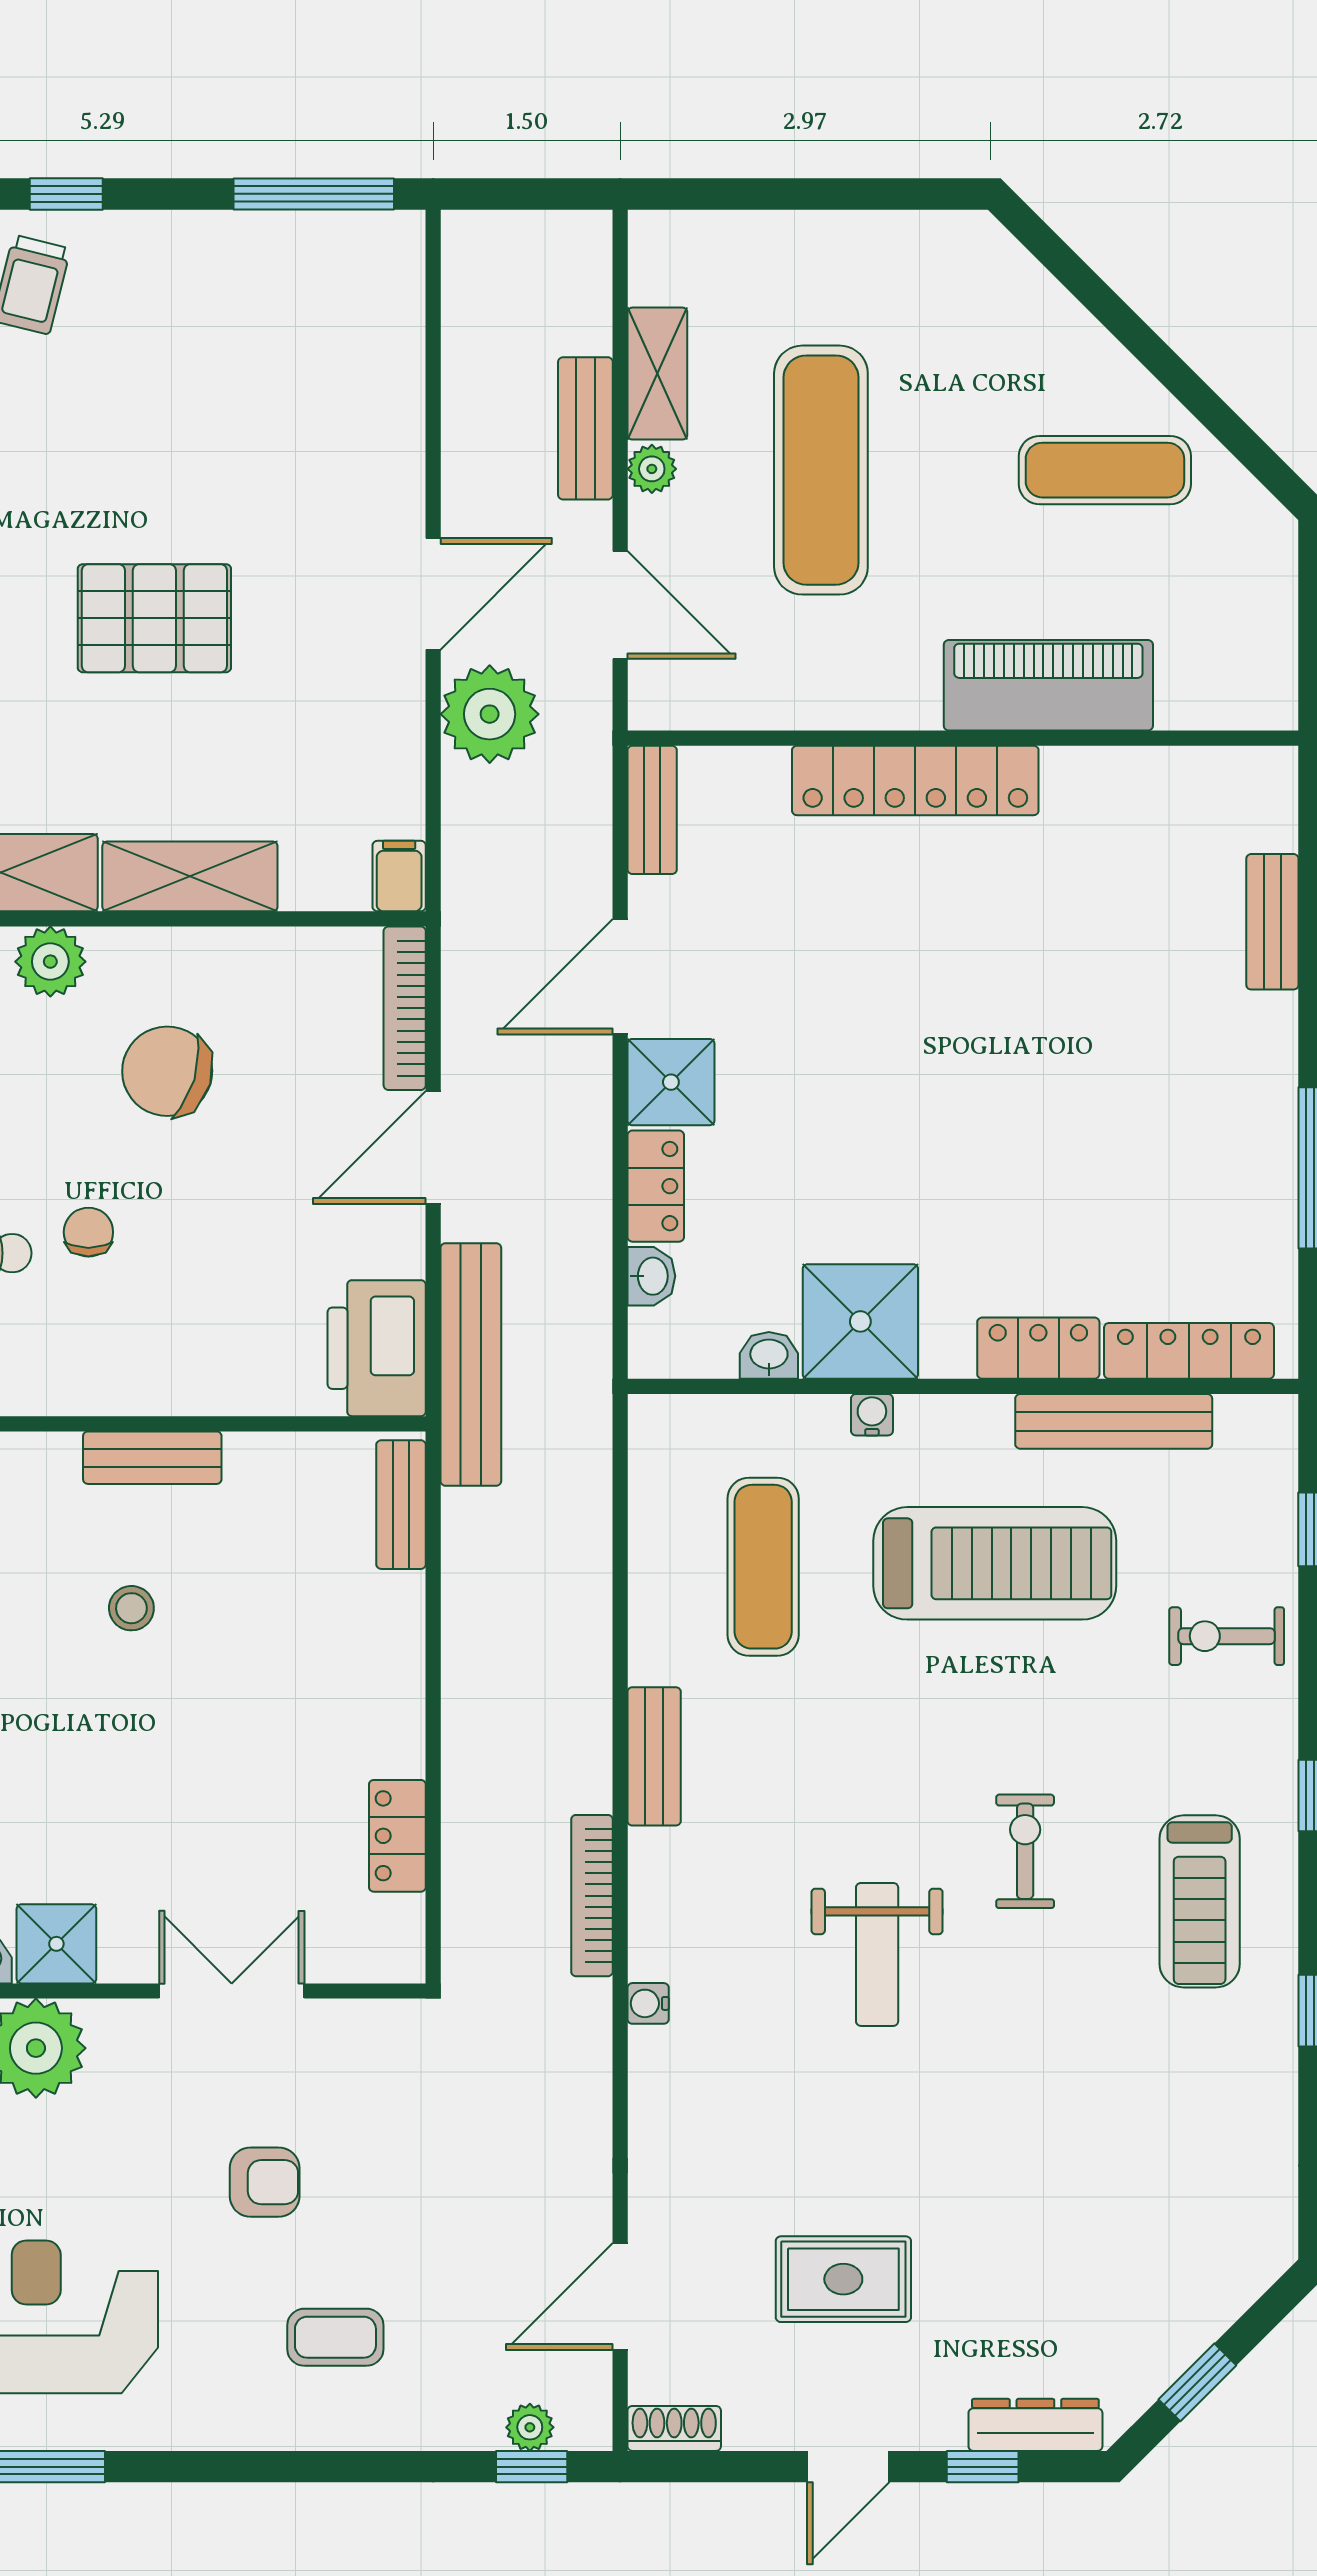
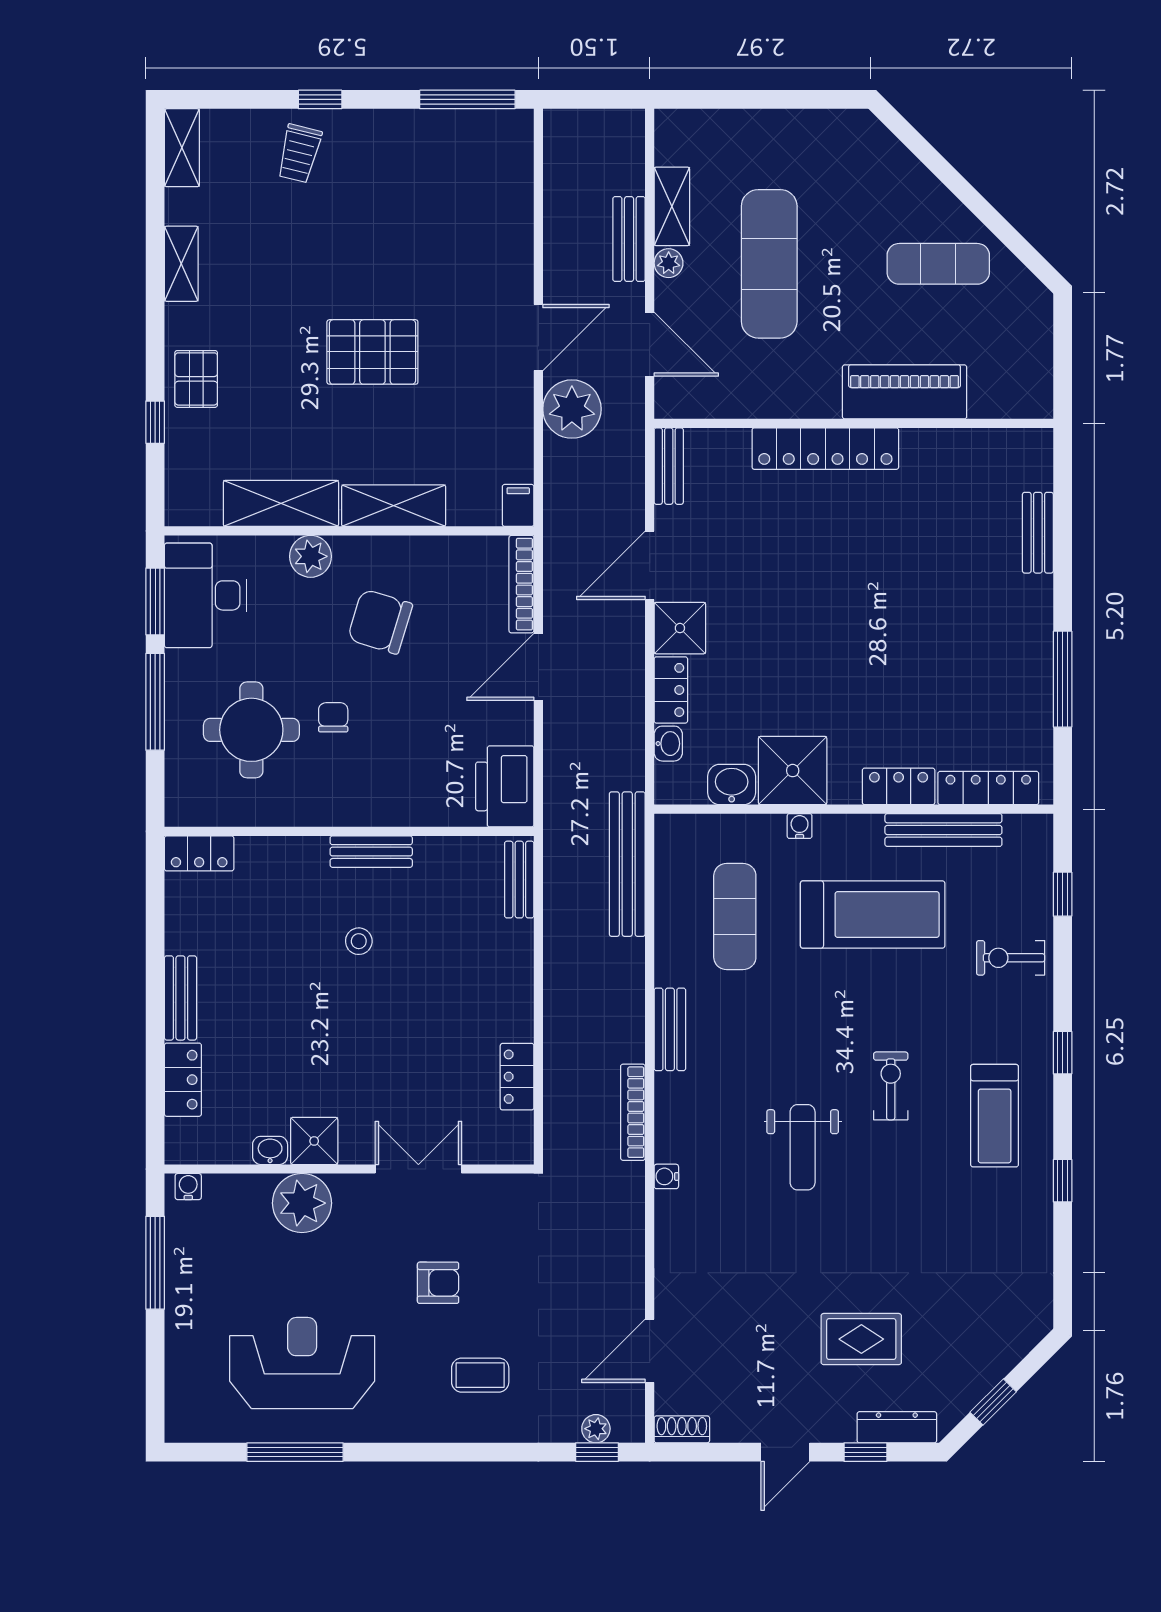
washbasin: (769, 1355) -> (732, 785), width x1.38, depth x1.45
bench: (471, 1364) -> (627, 864), moved
rug: (843, 2279) -> (861, 1339), moved

